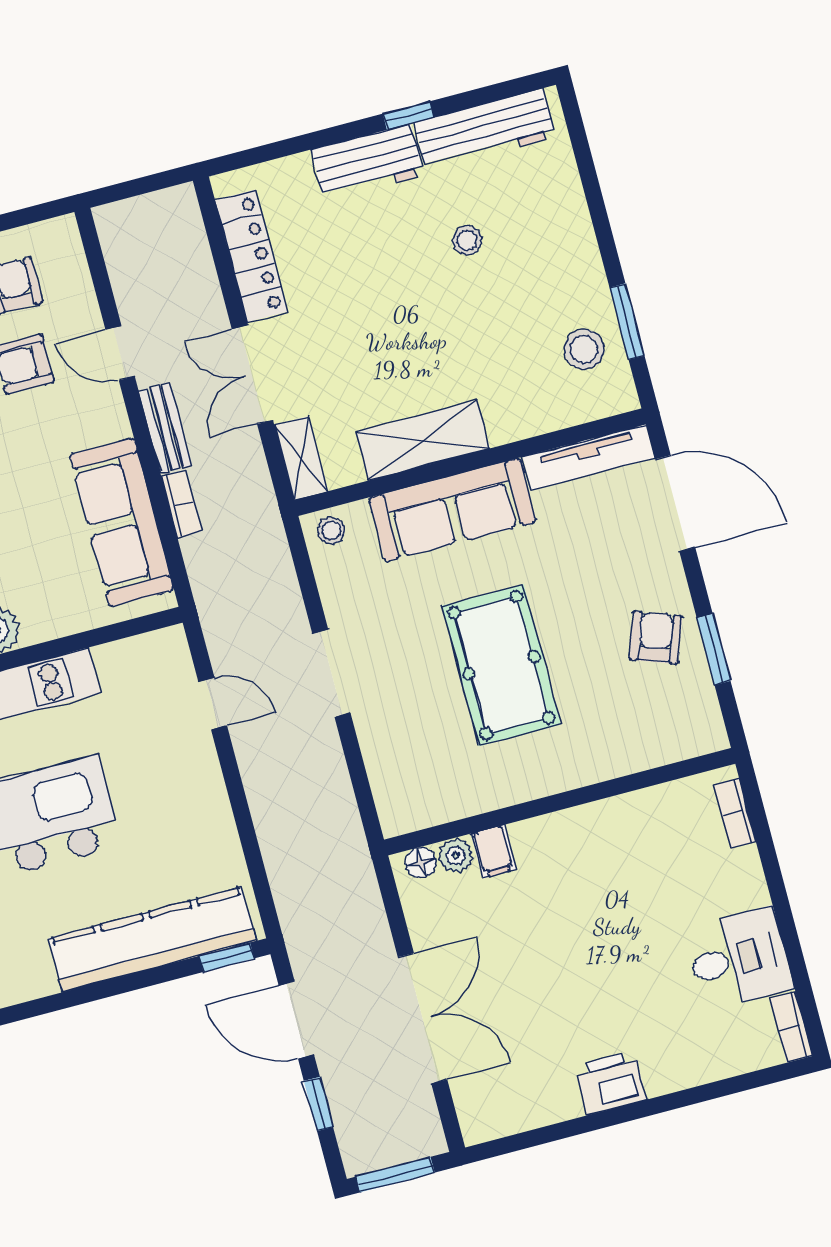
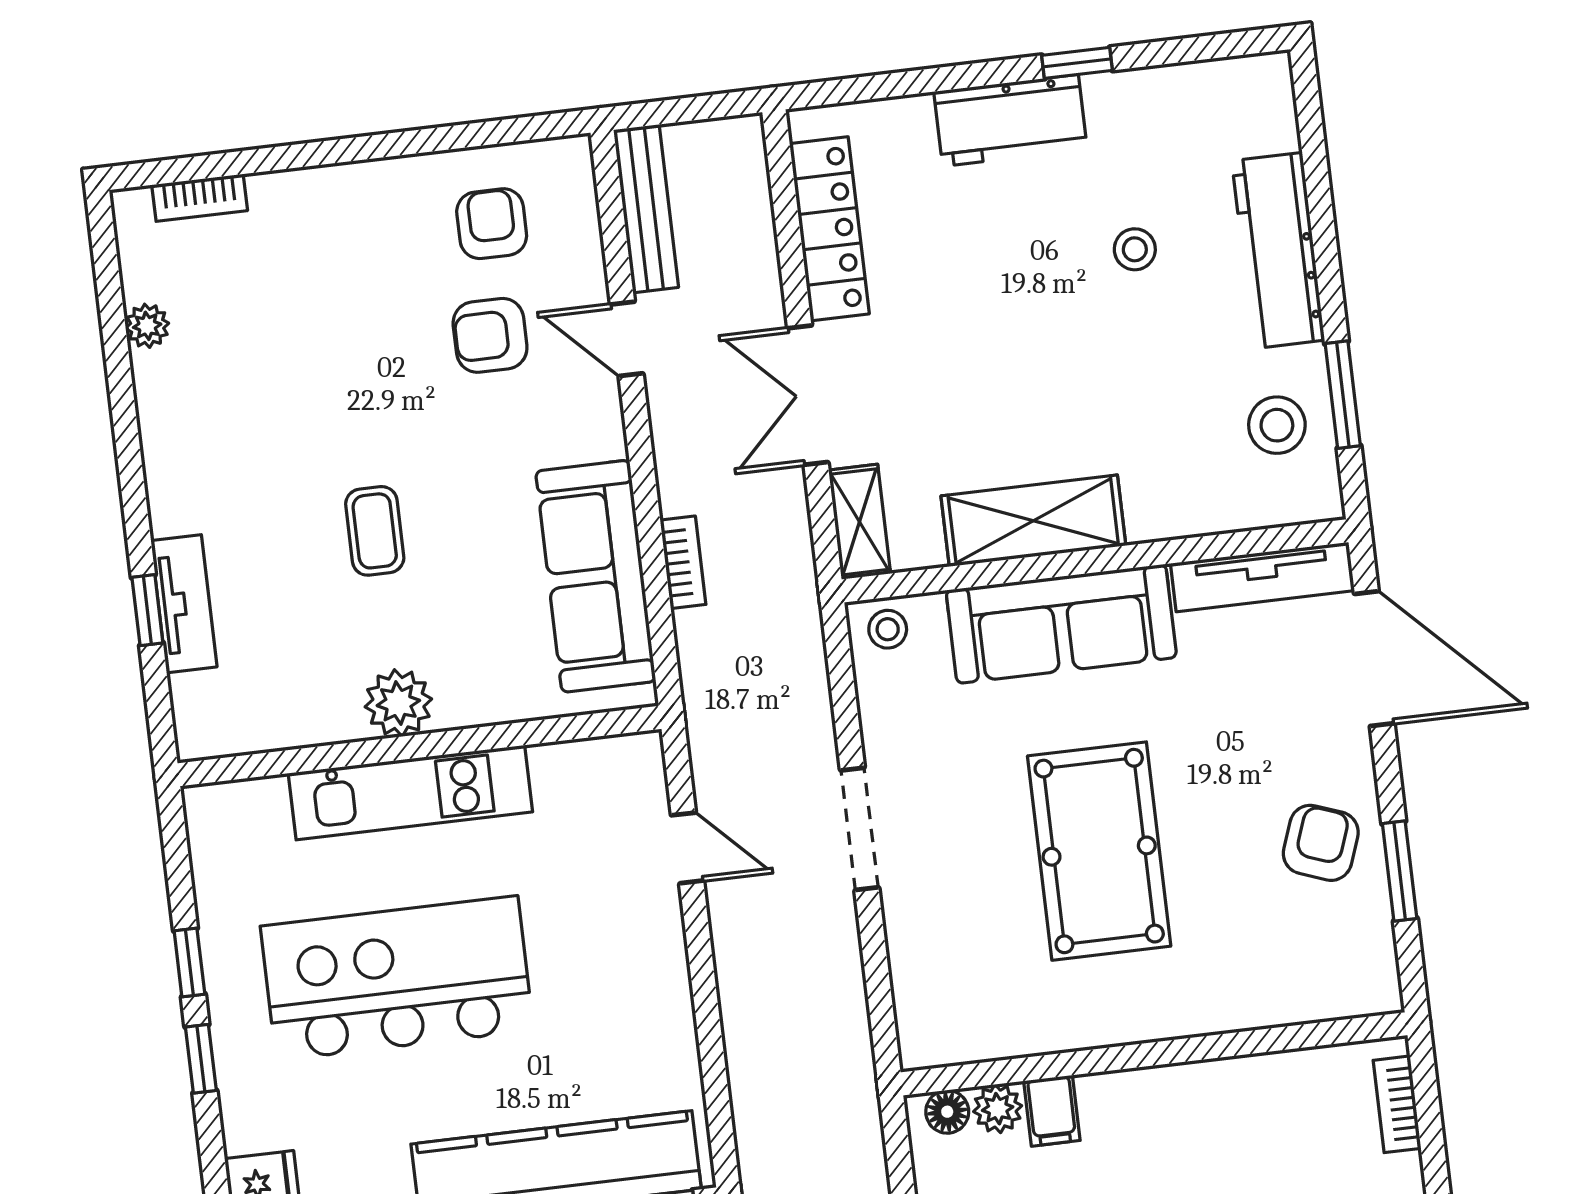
workbench: (485, 130) -> (1278, 251), moved, turned 90
bench: (165, 428) -> (646, 209), moved, width x1.36

